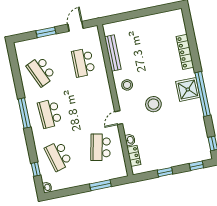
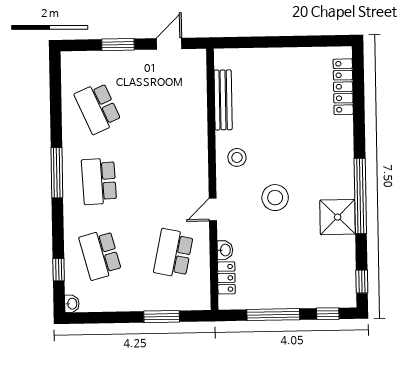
locker: (185, 52) -> (343, 87), moved
school desk: (83, 63) -> (171, 107), removed
shower: (188, 89) -> (338, 217), moved
window: (165, 172) -> (273, 315), width x2.17

